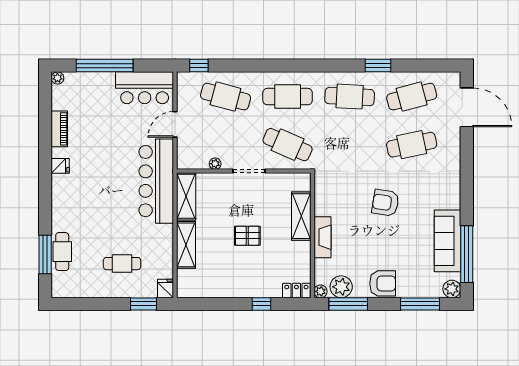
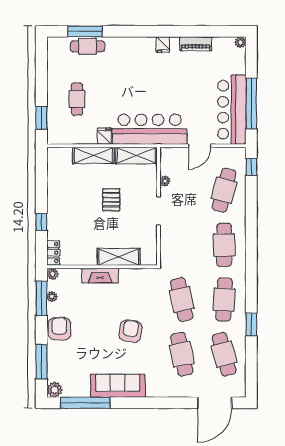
window: (105, 66) -> (251, 103), moved
bar counter: (145, 88) -> (232, 110), width x1.36
door: (175, 124) -> (200, 146), swing flipped
cafe table: (288, 145) -> (182, 300), moved, turned -36
pallet: (247, 236) -> (111, 200), moved
sofa: (447, 241) -> (118, 386), moved
armchair: (383, 283) -> (59, 329), turned 180
plant: (341, 287) -> (52, 297), width x0.53, depth x0.53
fridge: (166, 288) -> (104, 136), moved, turned -90

